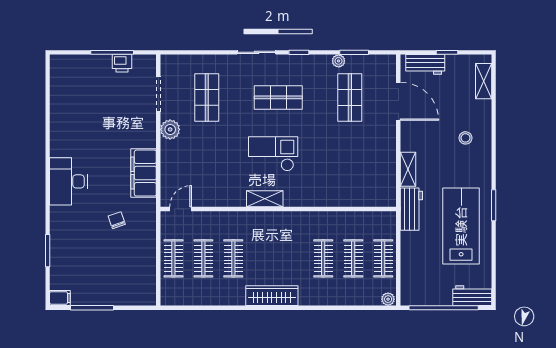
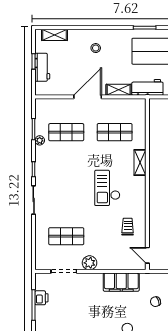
workbench: (425, 64) -> (42, 67), moved
shop shelf: (278, 97) -> (115, 132), moved, turned 90
door: (398, 101) -> (88, 97), moved
trolley: (220, 182) -> (128, 227), added
shelving: (265, 199) -> (140, 163), moved

